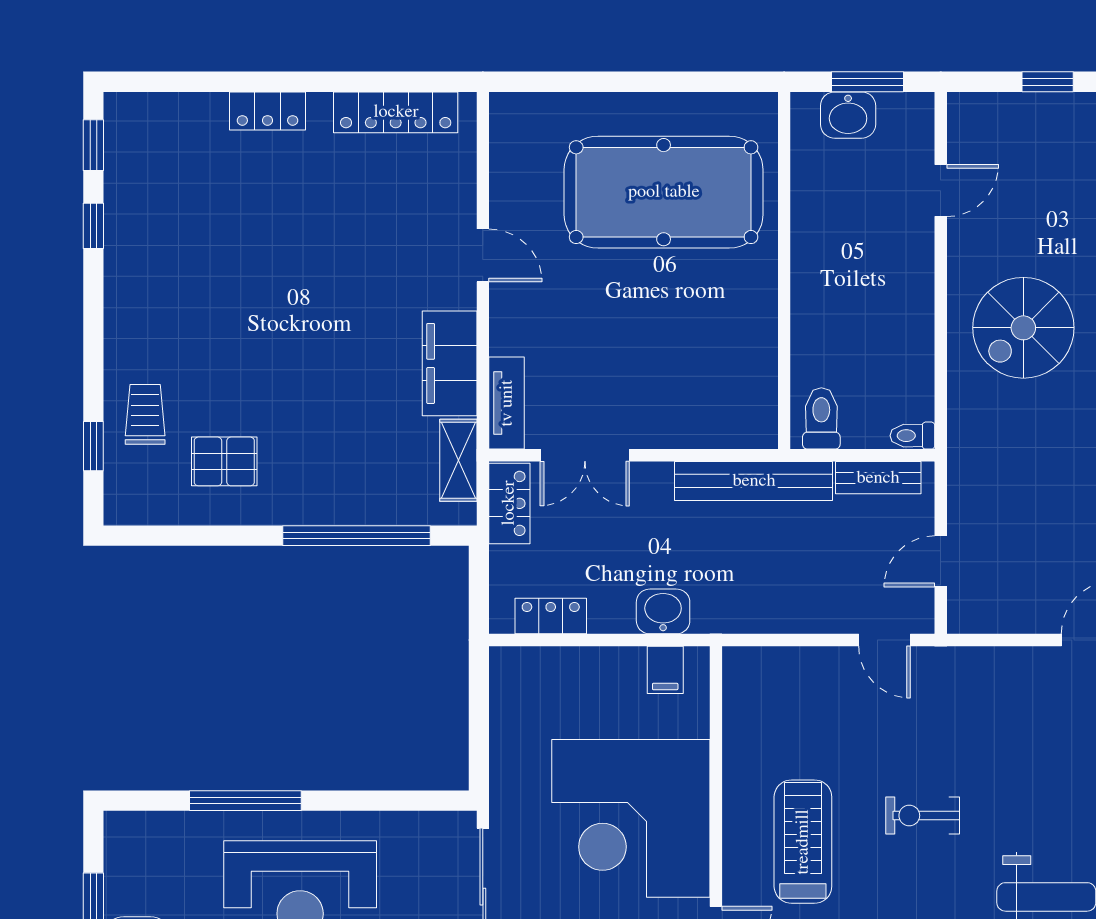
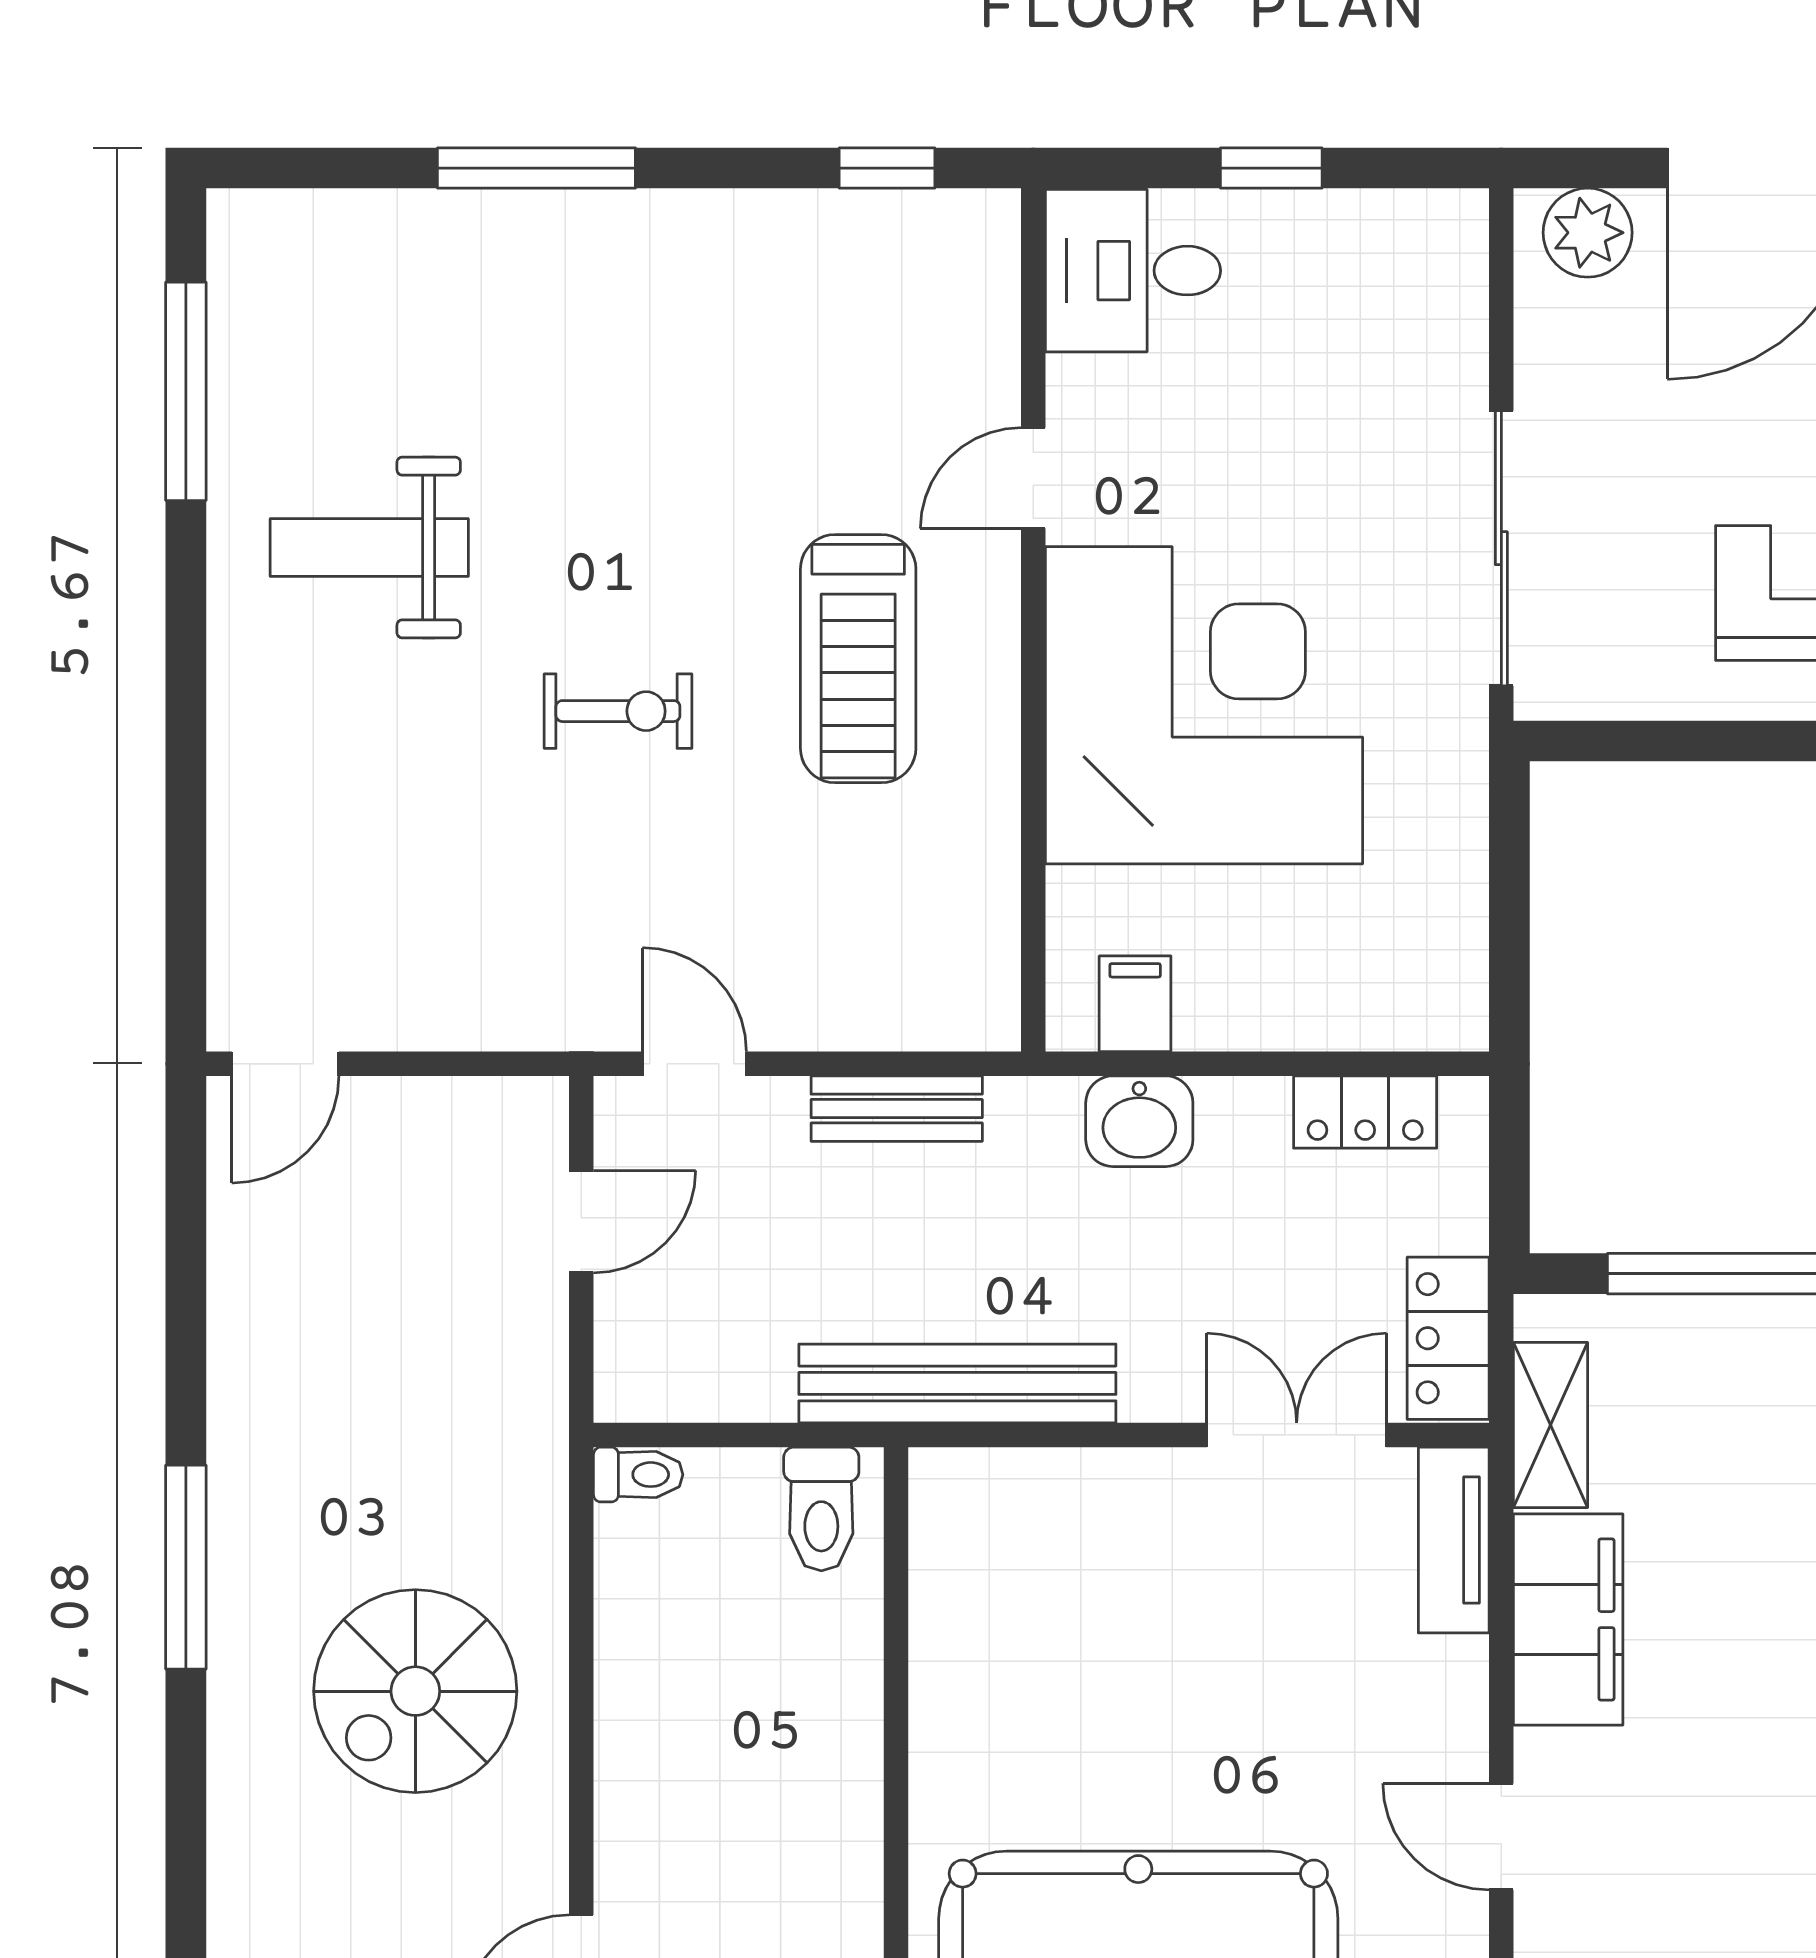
spiral stairs: (1023, 328) -> (415, 1691), turned 180
bench: (878, 478) -> (897, 1109), moved

